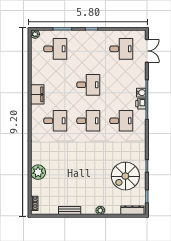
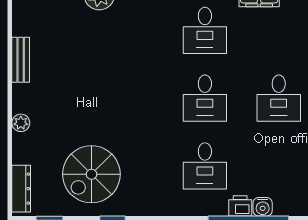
spiral stairs: (125, 176) -> (91, 174), turned -90

